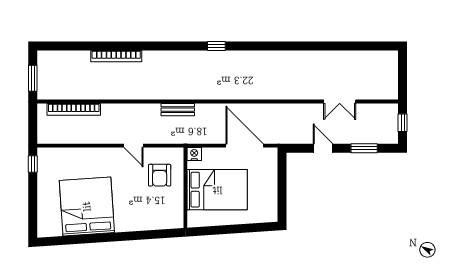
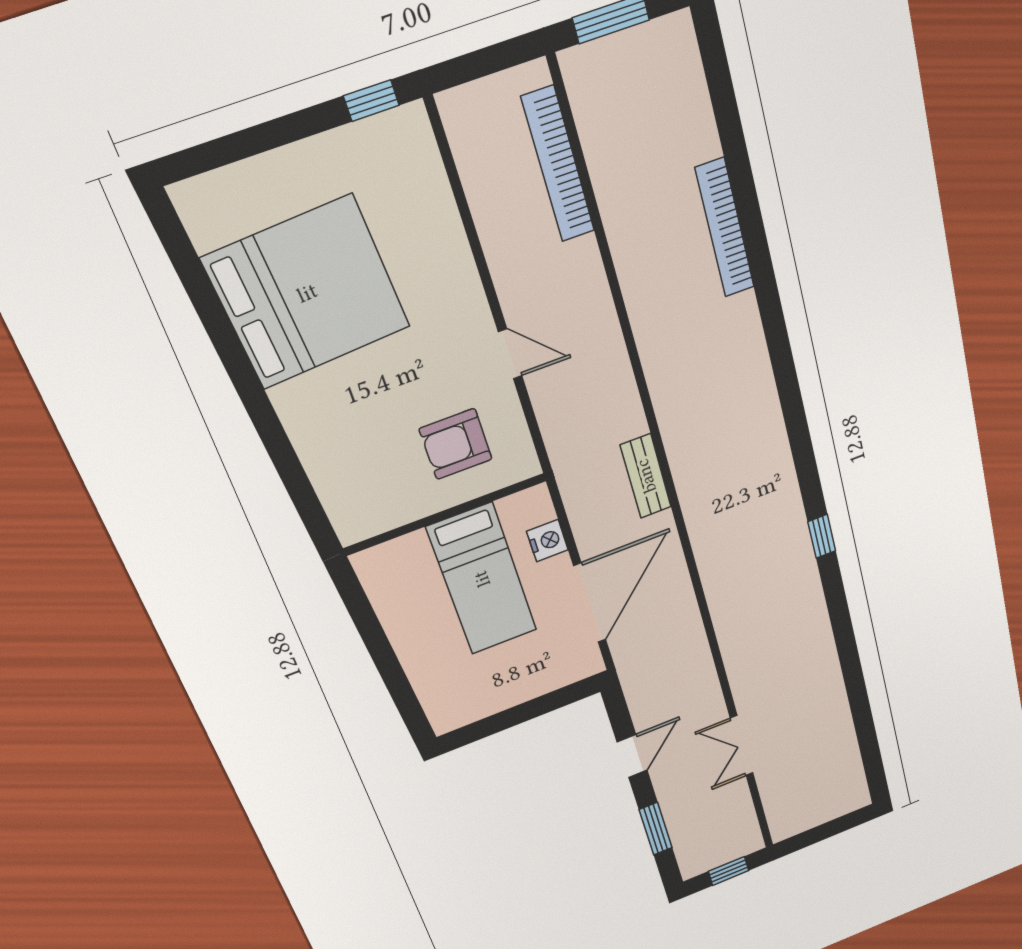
window: (216, 46) -> (822, 536), moved
bench: (178, 110) -> (646, 476), moved
door: (133, 146) -> (510, 354), swing flipped
nightstand: (194, 154) -> (547, 541), moved
bed: (217, 190) -> (482, 579), width x0.67

